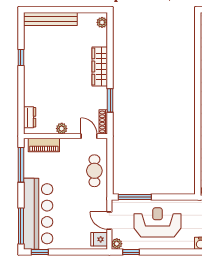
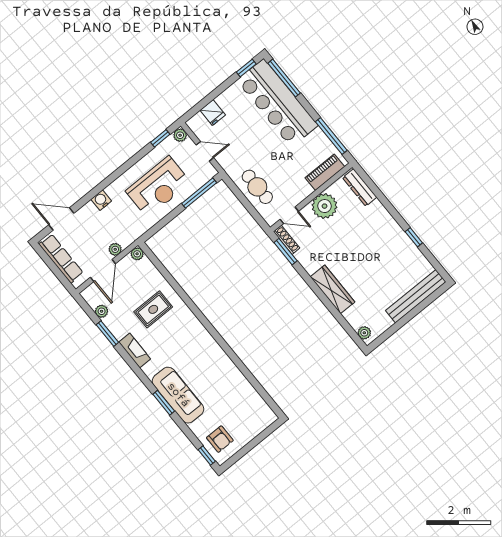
window: (110, 100) -> (286, 252), moved
dresser: (30, 117) -> (360, 187), width x1.44
plant: (62, 129) -> (324, 206), width x1.88, depth x1.88
fridge: (99, 239) -> (213, 113), moved, turned 90

